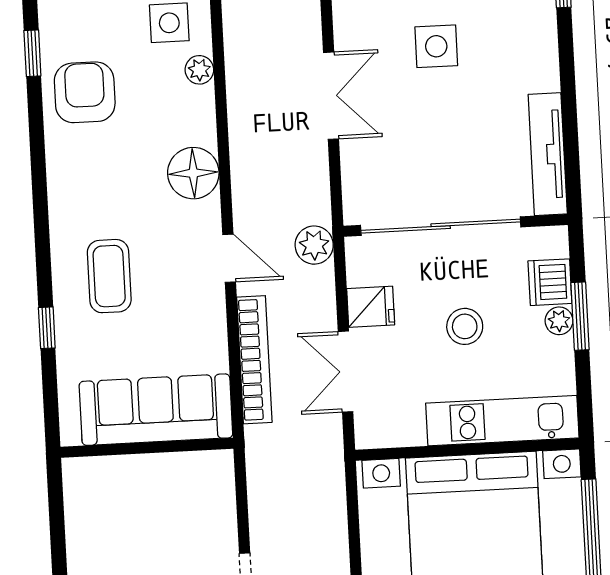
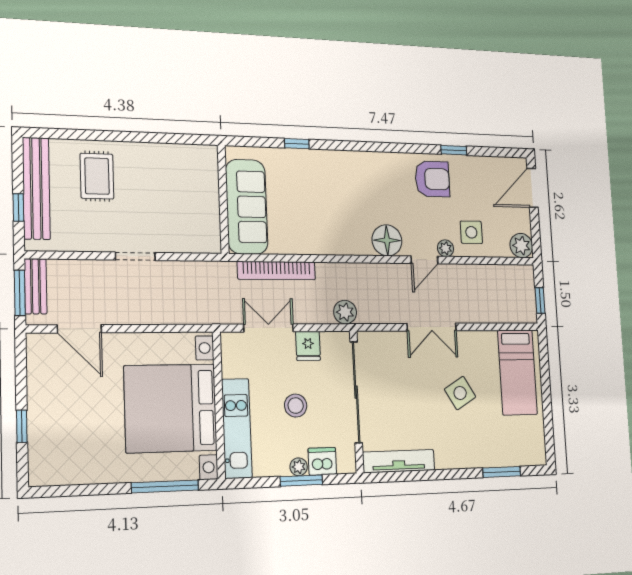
side table: (436, 46) -> (460, 393), turned -31
door: (229, 258) -> (424, 260), moved
coffee table: (109, 276) -> (327, 184), removed

